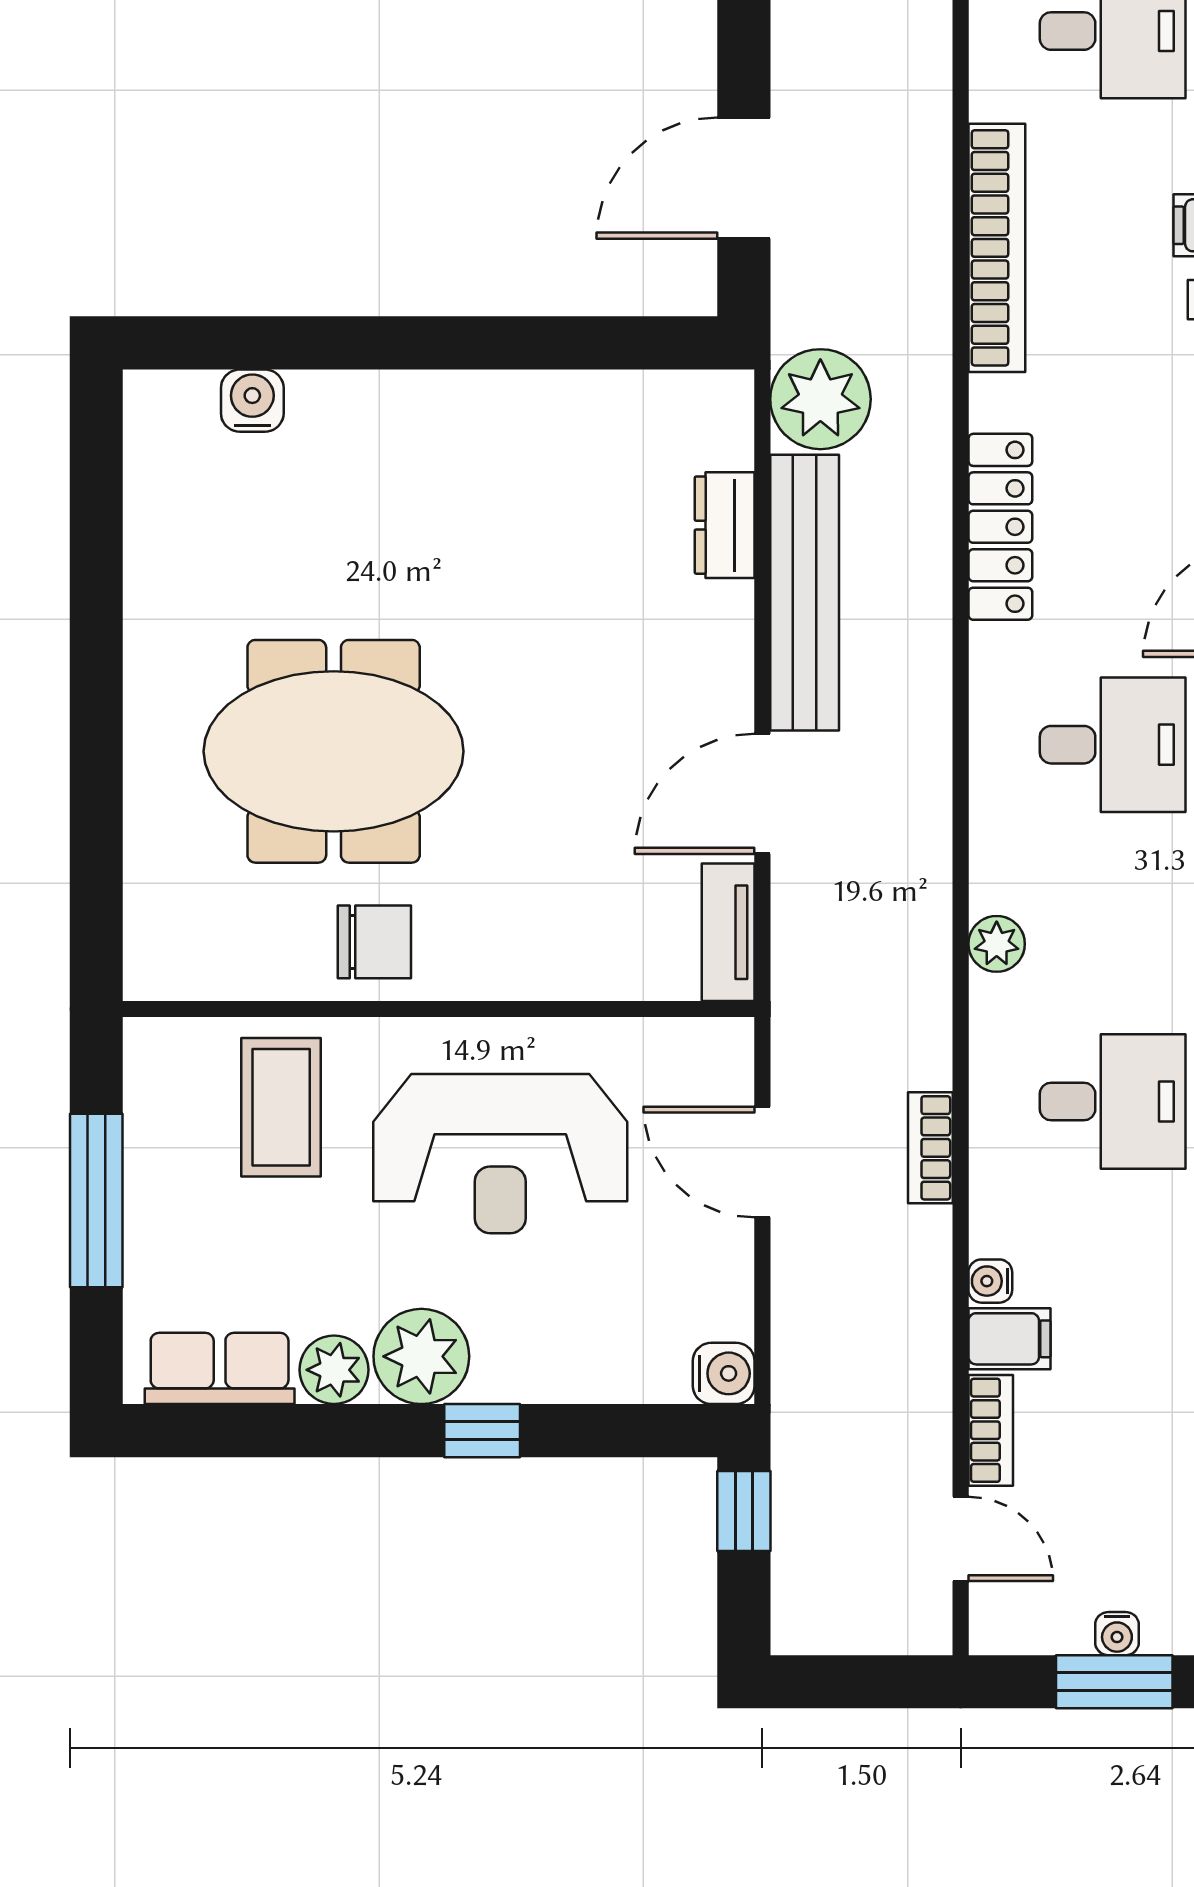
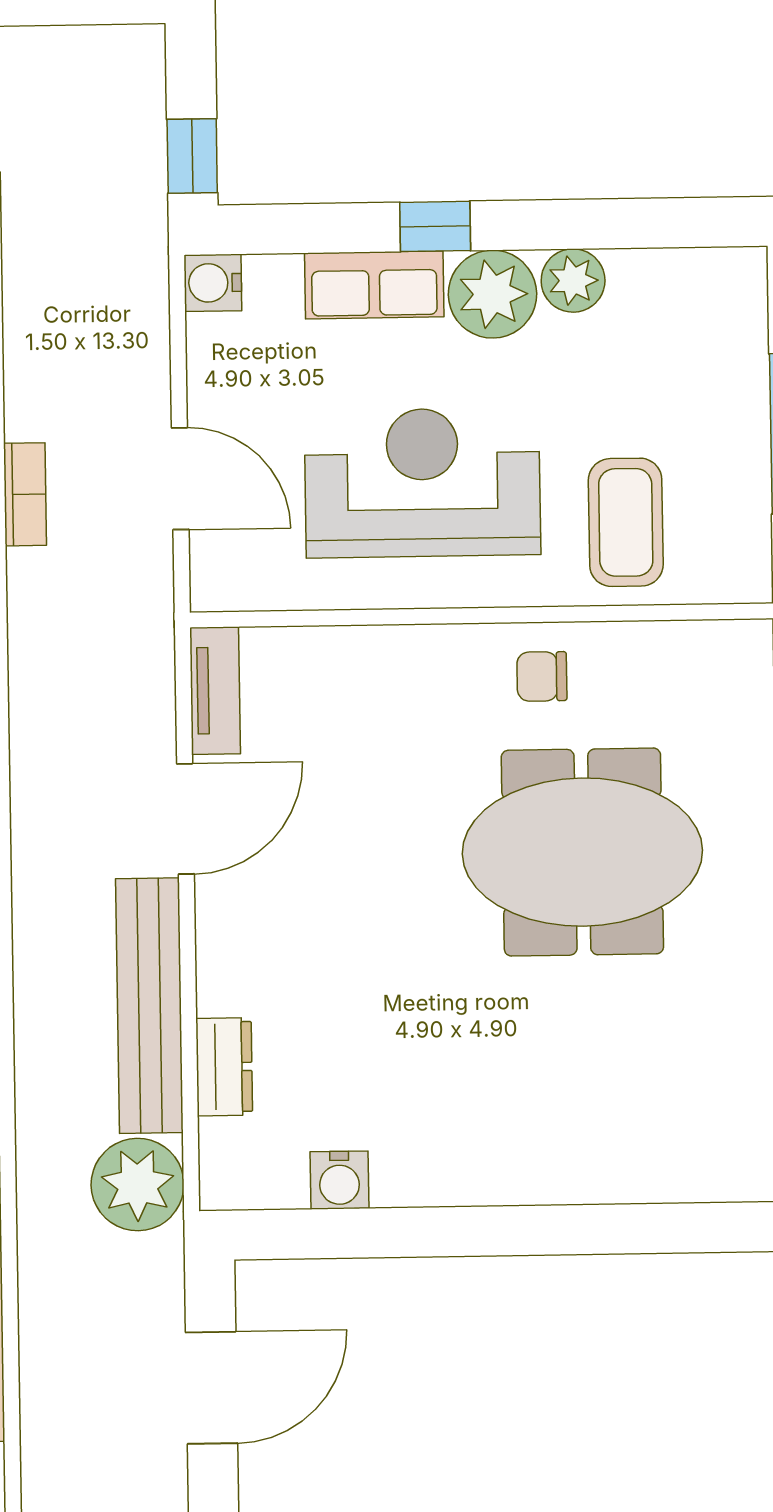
water cooler: (252, 401) -> (339, 1180), moved
chair: (374, 942) -> (542, 676), width x0.73, depth x0.73
row of seats: (220, 1368) -> (374, 285), moved

